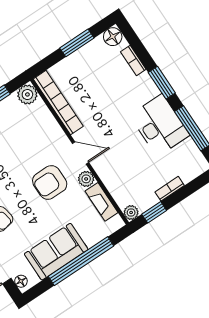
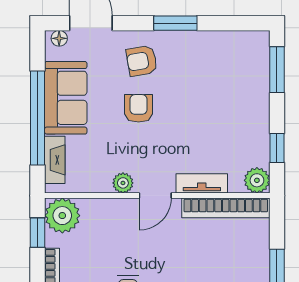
tv unit: (53, 128) -> (202, 183), added
armchair: (50, 182) -> (139, 108), moved, width x0.72, depth x0.72
fireplace: (101, 202) -> (55, 160), moved, turned 90
plant: (131, 212) -> (62, 216), width x1.88, depth x1.88

